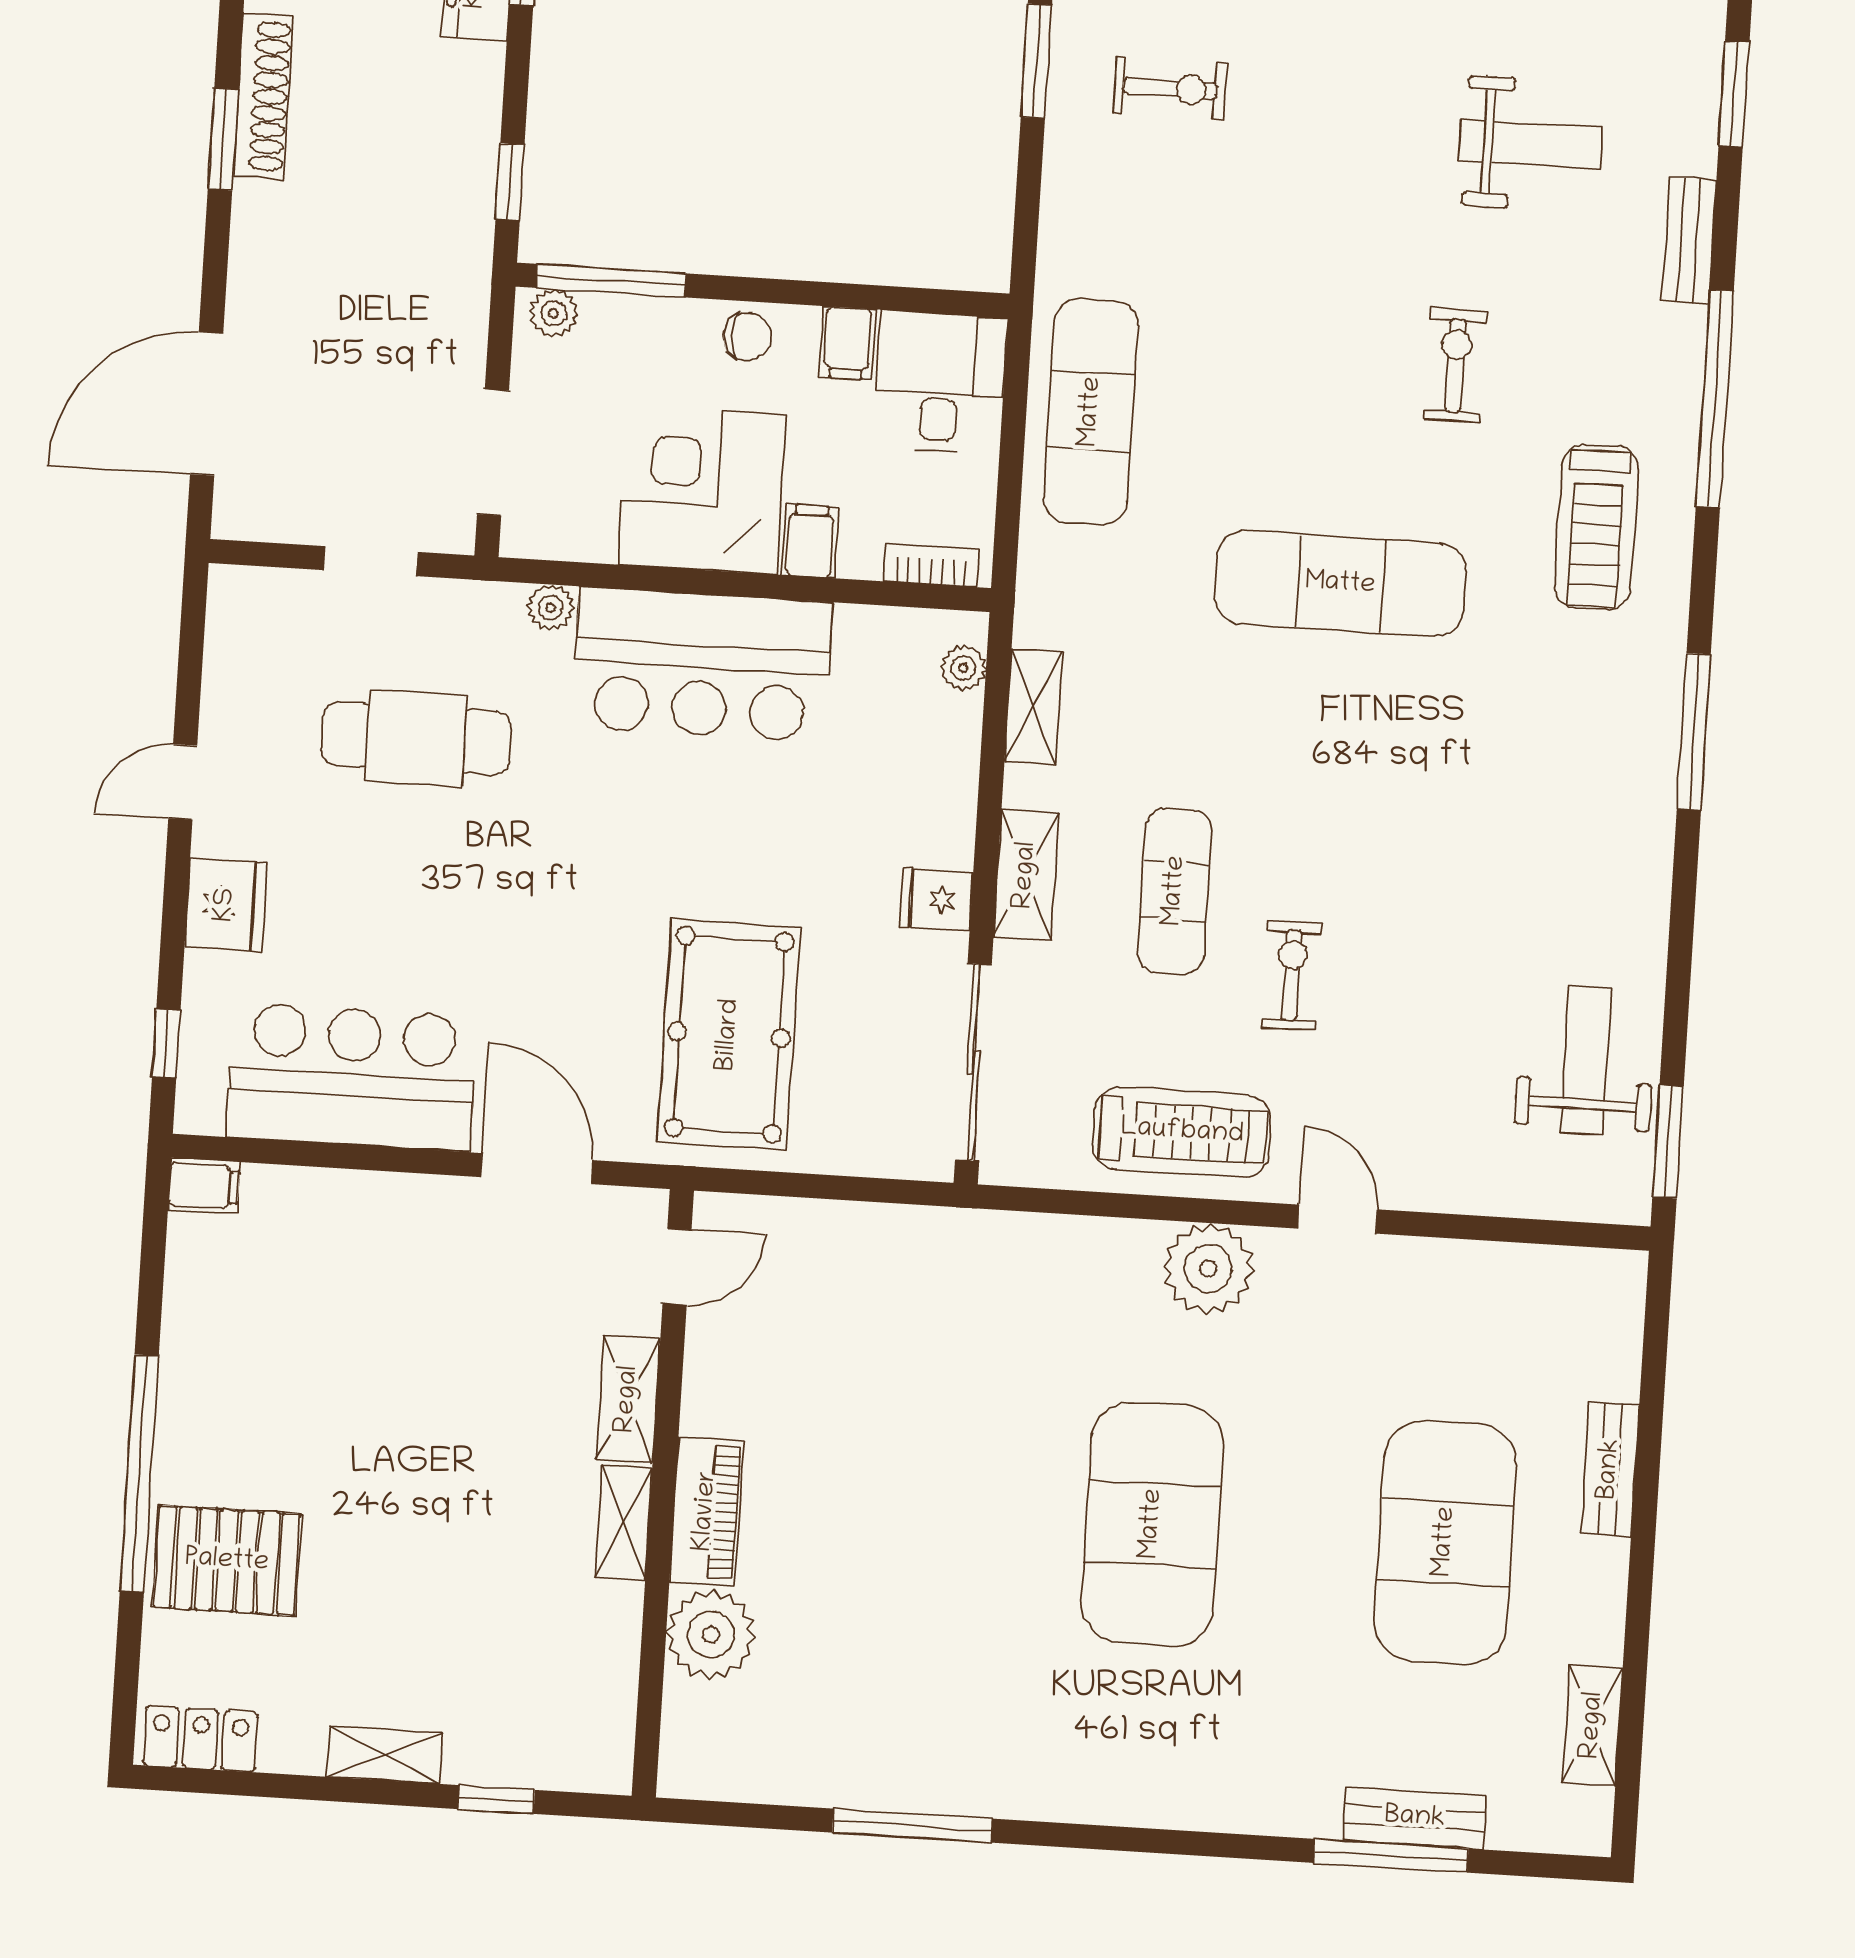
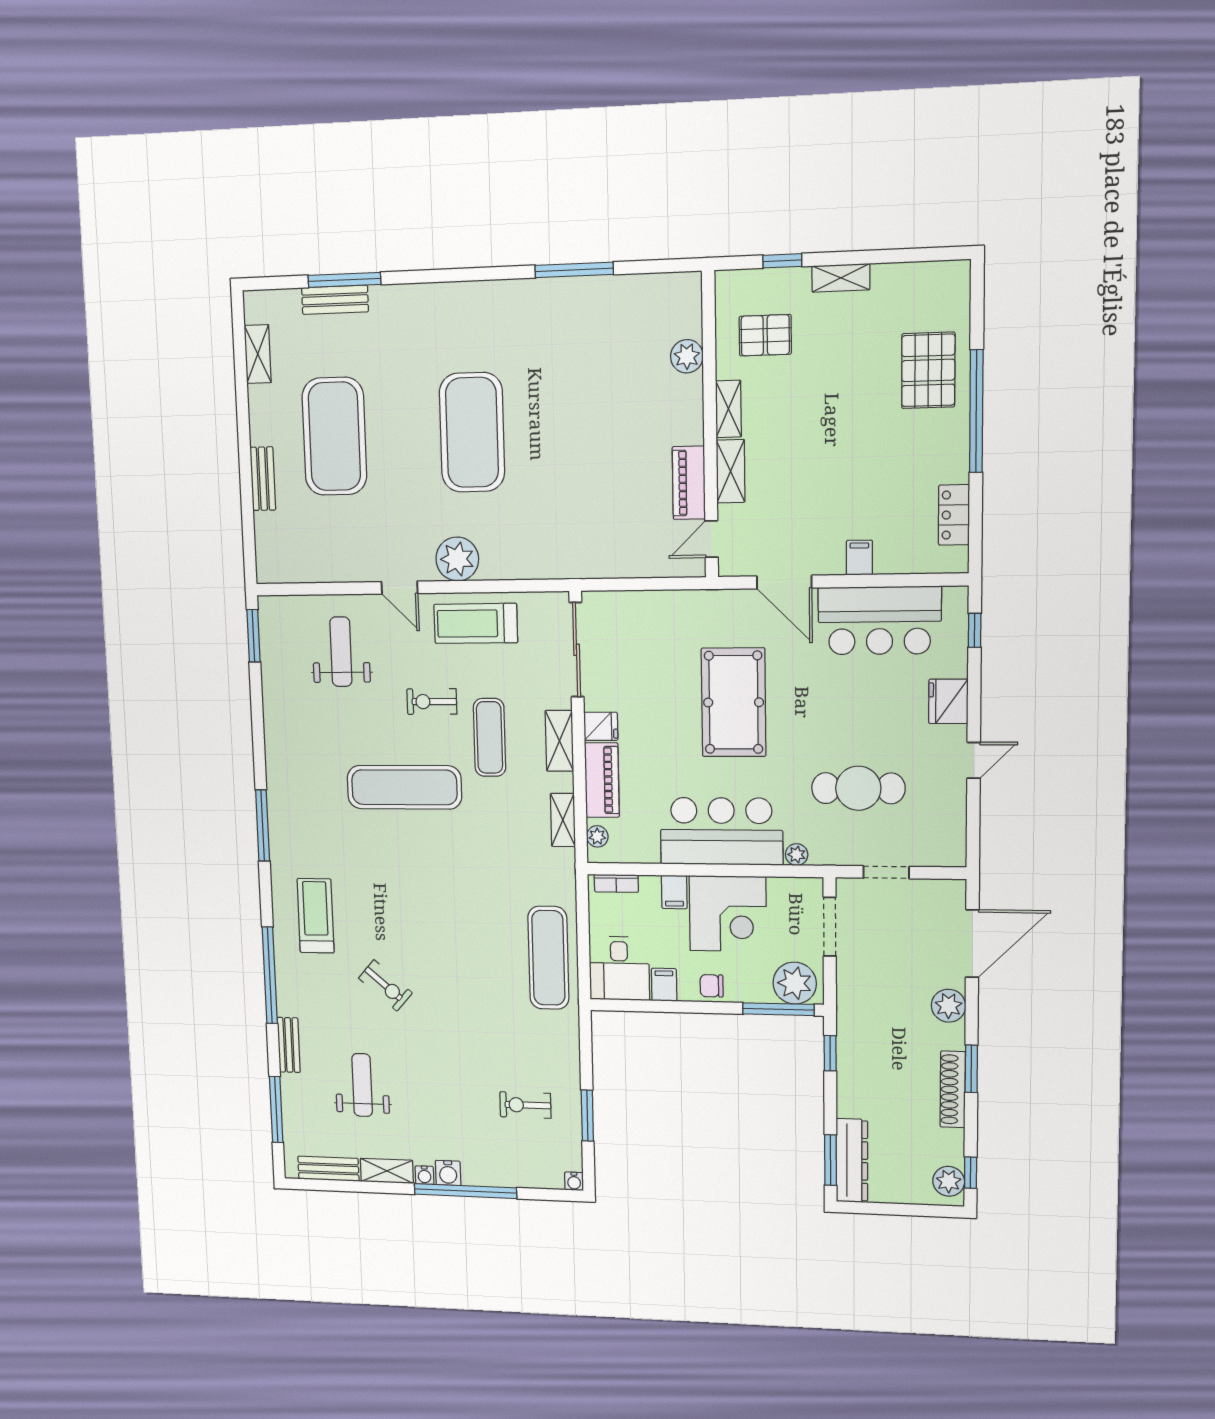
window: (1734, 94) -> (276, 1110), width x1.44
weight bench: (1531, 144) -> (362, 1085), turned 90
plant: (262, 275) -> (949, 1006), added
plant: (554, 313) -> (795, 983), width x1.88, depth x1.88
exercise bike: (1455, 366) -> (385, 985), turned -49
exercise mat: (1340, 584) -> (404, 787), moved
piano: (943, 787) -> (602, 780), added
exercise bike: (1292, 975) -> (432, 702), turned 90
pool table: (729, 1035) -> (734, 702), moved
weight bench: (1586, 1060) -> (341, 652), moved, turned 180
filing cabinet: (204, 1186) -> (859, 558), moved, turned 90
piano: (706, 1511) -> (689, 483), moved
pallet: (227, 1561) -> (928, 370), turned 90
plant: (711, 1635) -> (687, 356), width x0.73, depth x0.73
pallet: (540, 1660) -> (765, 335), added
locker: (200, 1739) -> (954, 515), moved, turned 90

